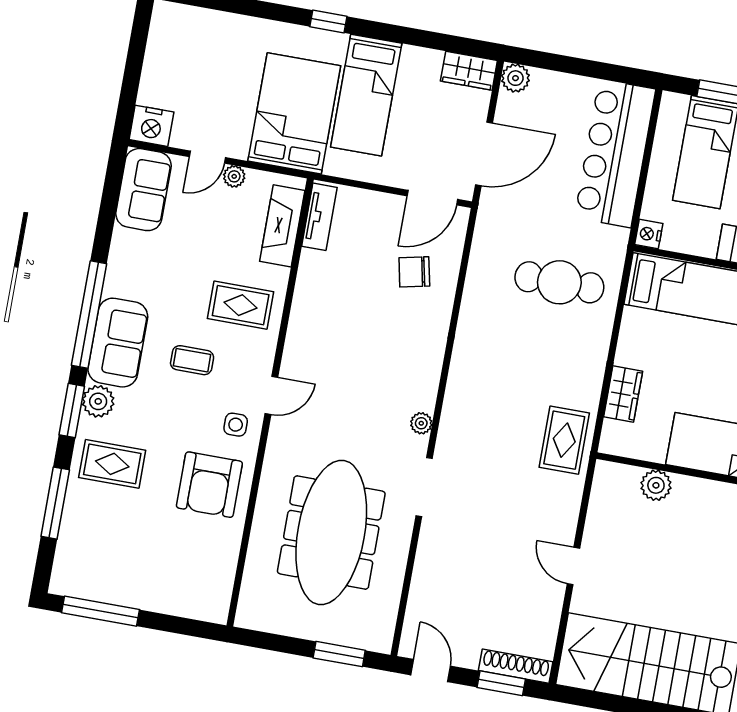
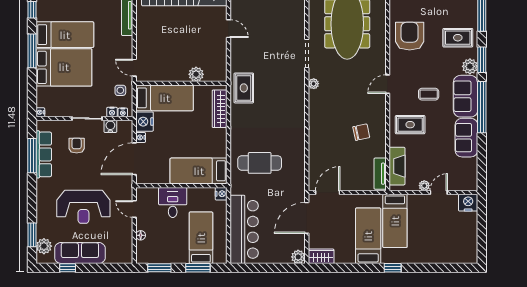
bed: (294, 113) -> (395, 221), width x0.67
sofa: (143, 190) -> (466, 138), moved
chair: (414, 272) -> (361, 132), moved
wardrobe: (623, 394) -> (220, 109), width x1.50
side table: (236, 425) -> (402, 67), removed

